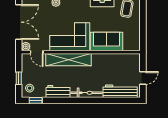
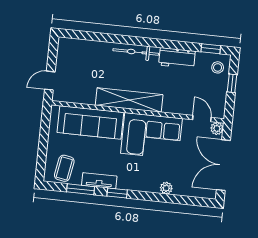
sofa: (107, 42) -> (90, 122), width x1.36
shelving: (68, 60) -> (129, 100), moved
door: (143, 78) -> (50, 81), moved
workbench: (120, 91) -> (87, 49), removed

